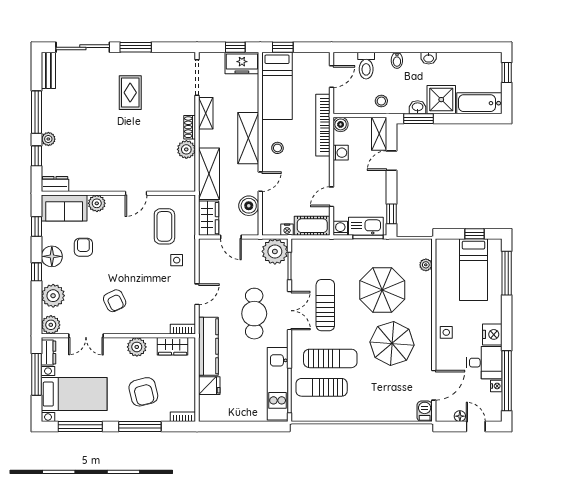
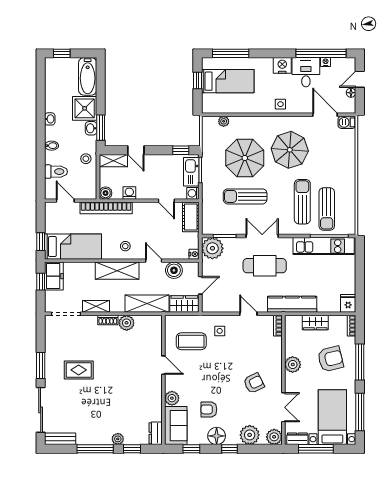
nightstand: (287, 230) -> (194, 254), moved
sun lounger: (325, 305) -> (245, 196), moved
wardrobe: (173, 346) -> (315, 323), moved, turned 90
fridge: (209, 386) -> (348, 303), moved

